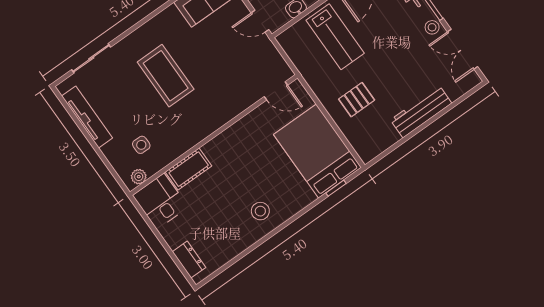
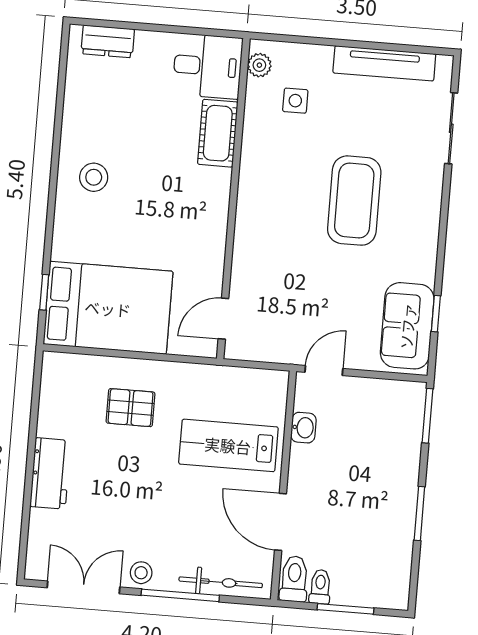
coffee table: (166, 76) -> (354, 201), turned 90
pallet: (357, 100) -> (131, 408), turned 90
workbench: (421, 112) -> (50, 473), width x0.73

